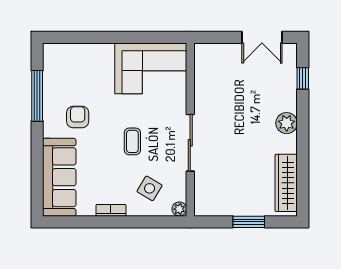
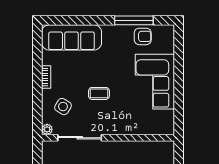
corner sofa: (151, 68) -> (155, 82), moved
armchair: (78, 117) -> (143, 36), moved
sliding door: (190, 143) -> (80, 138), moved

